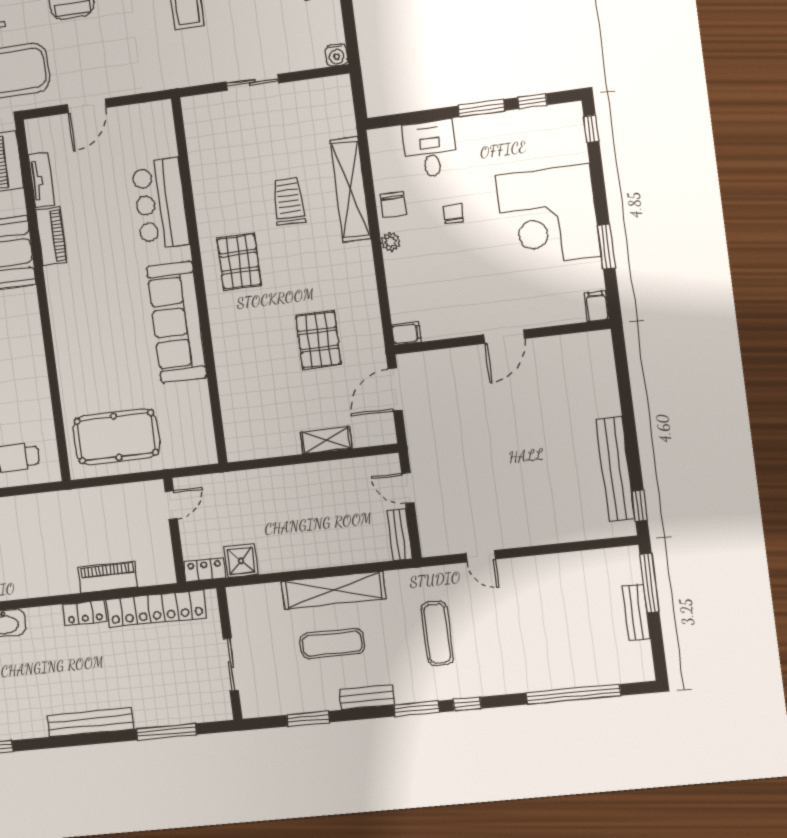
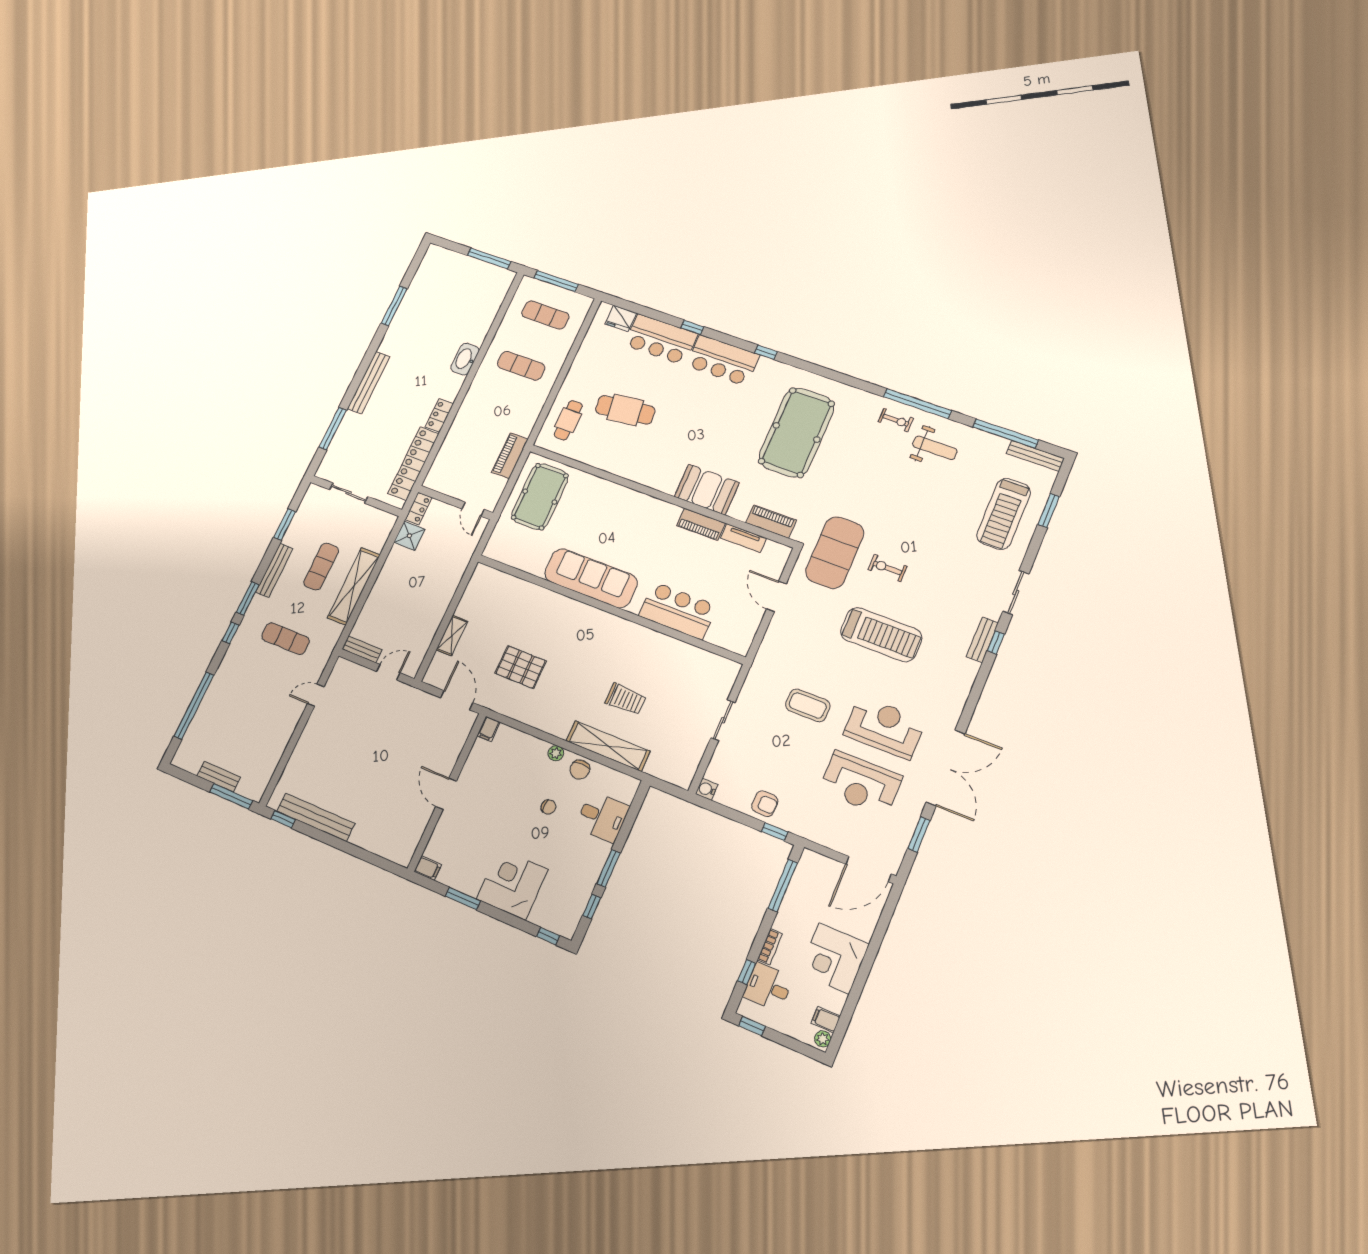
chair: (393, 205) -> (580, 770), turned -90
corner desk: (548, 216) -> (512, 884), width x0.74, depth x0.74
pallet: (239, 262) -> (605, 643), removed
piano: (108, 577) -> (510, 456), moved, turned 180
bench: (367, 697) -> (274, 570), width x1.36

